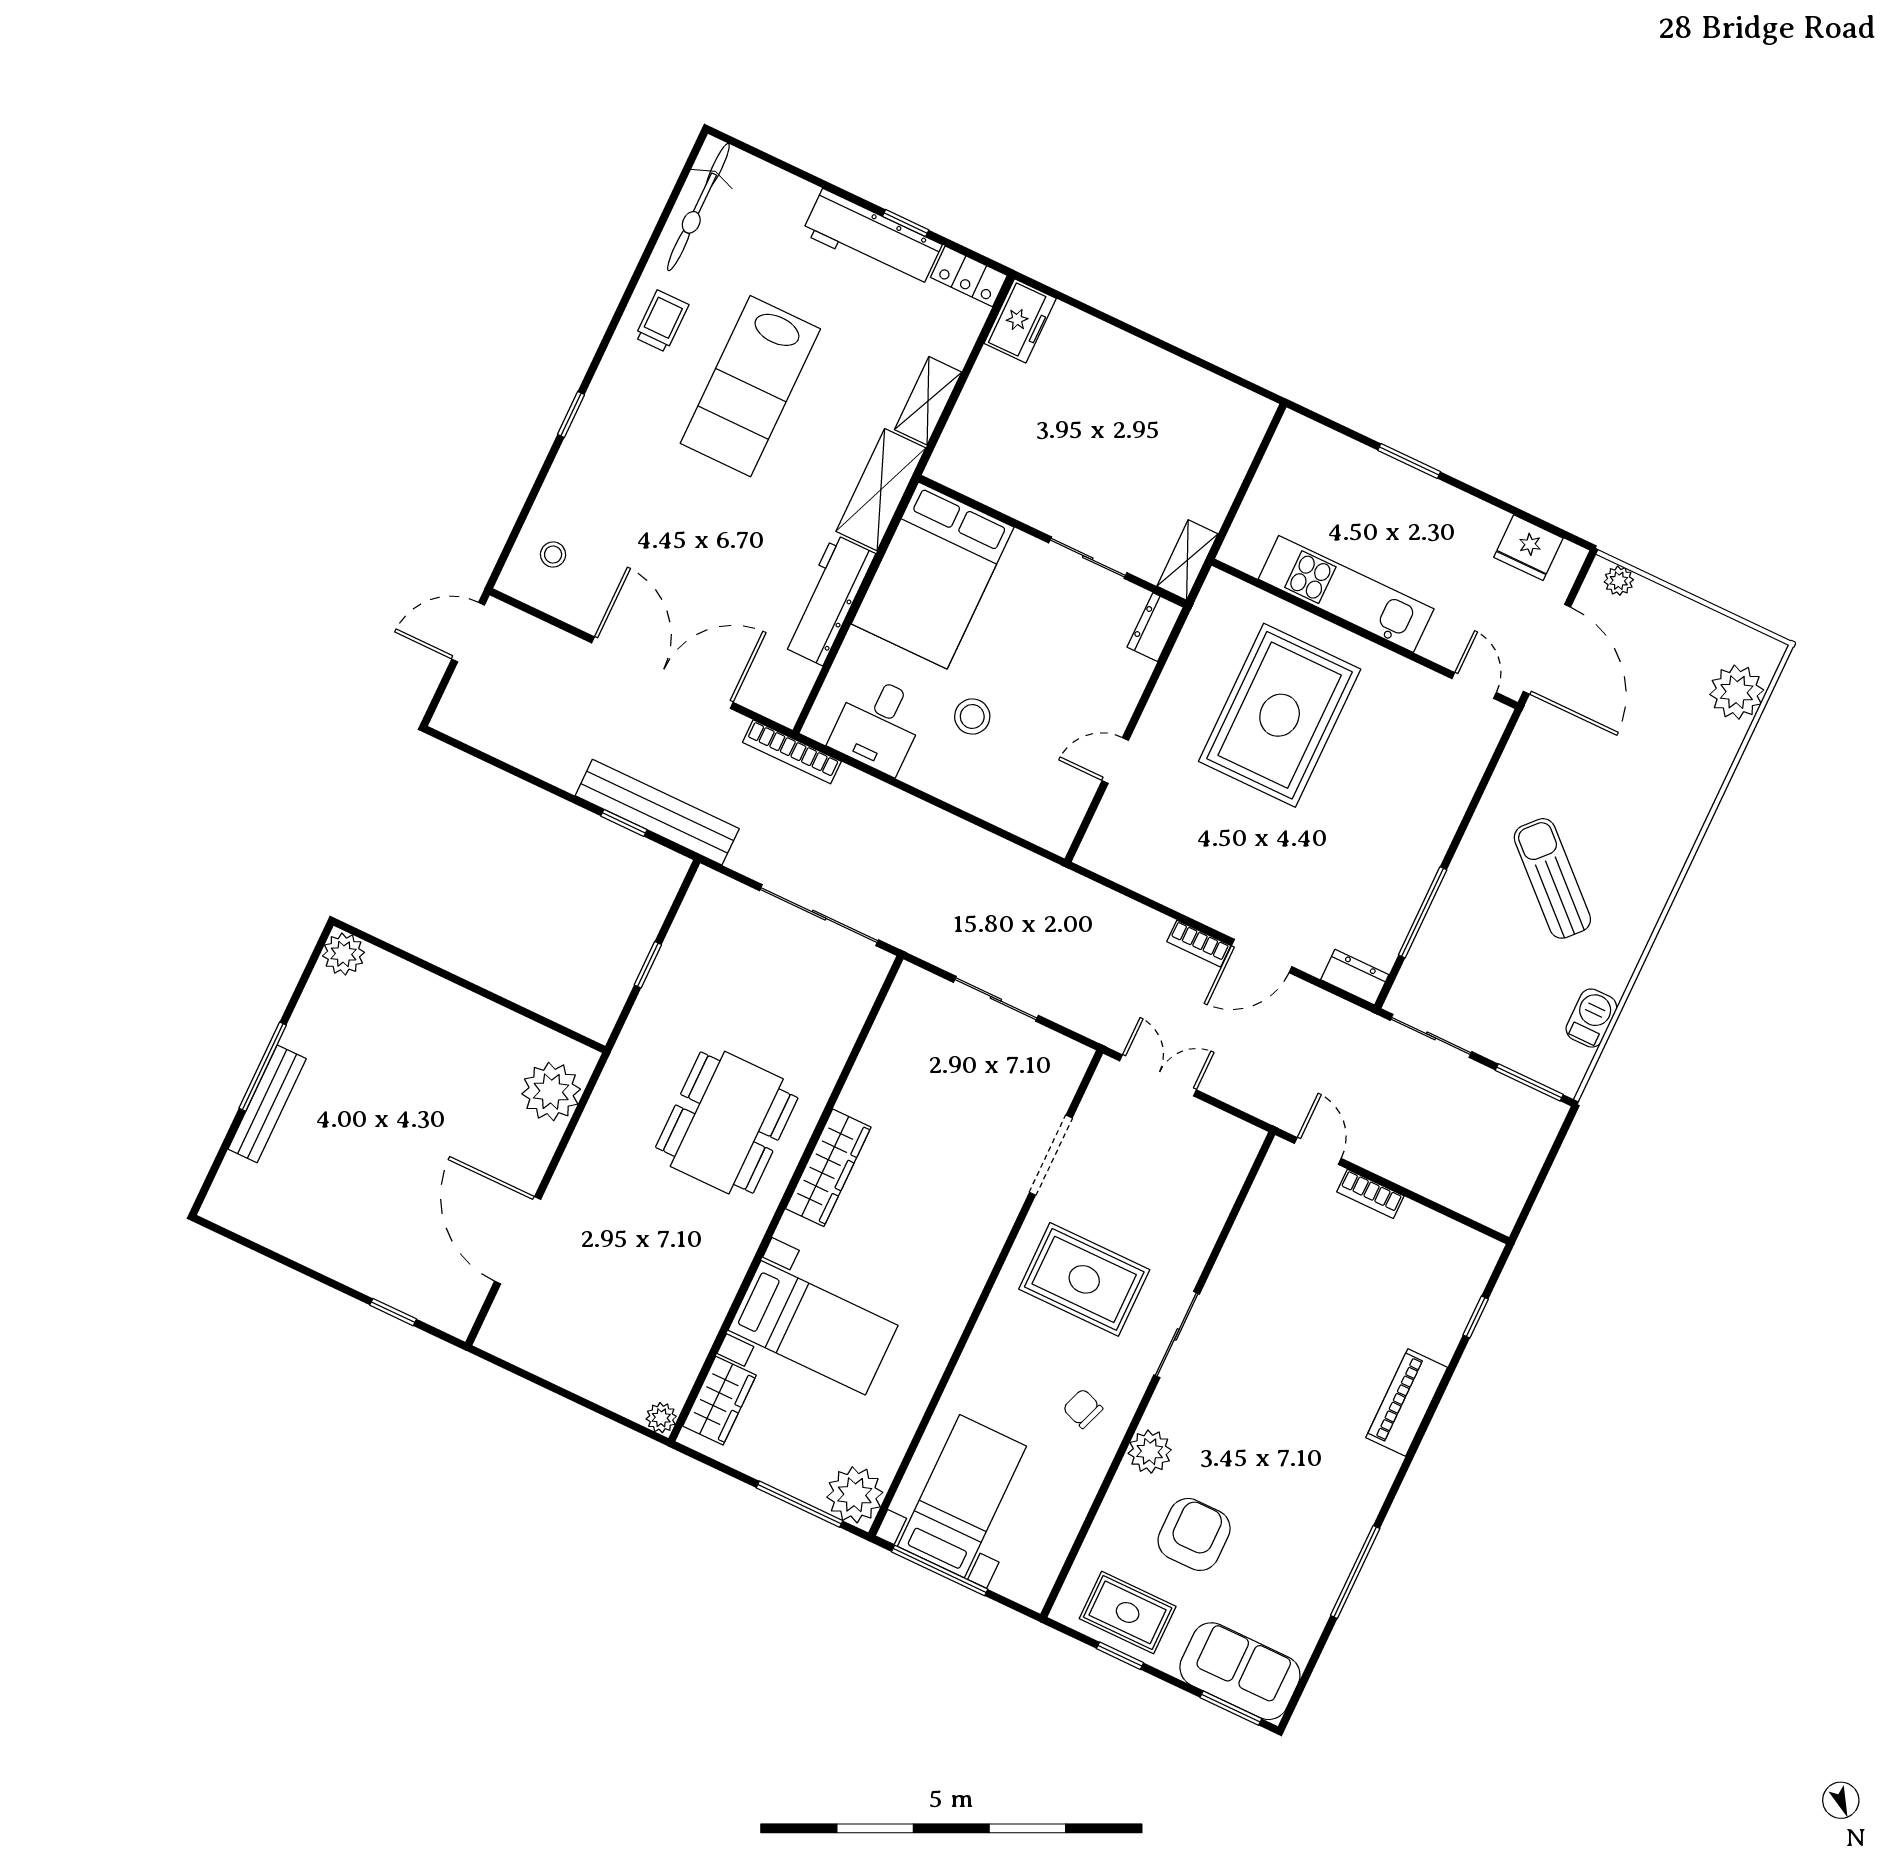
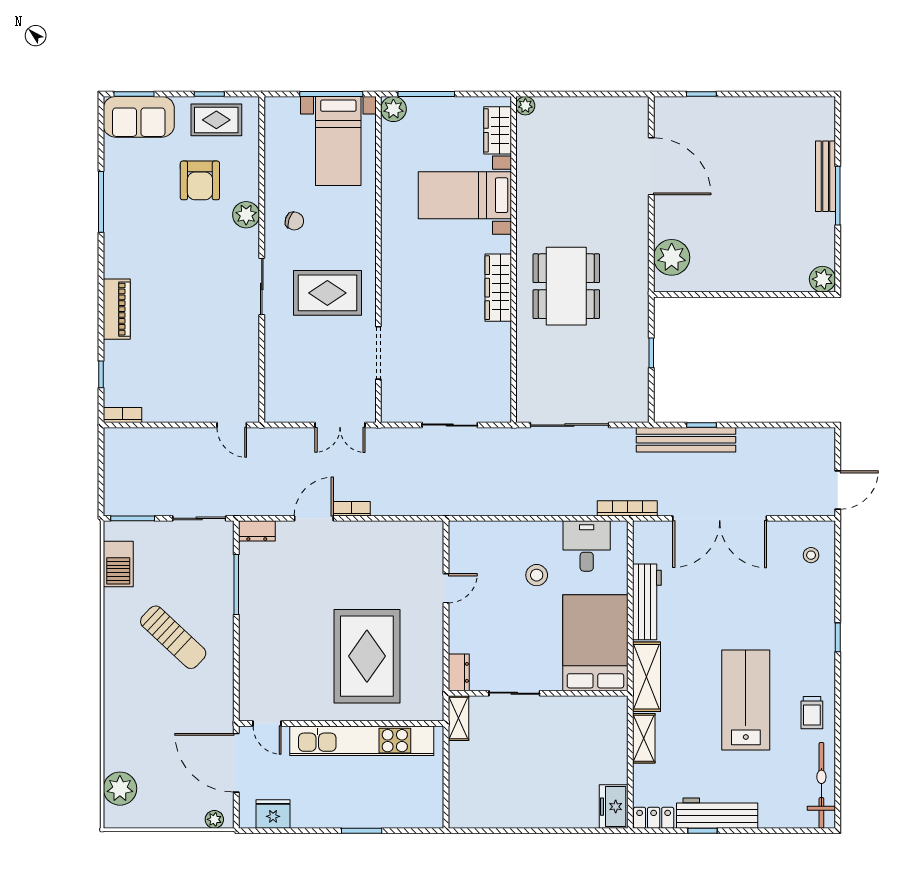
kitchen unit: (1346, 594) -> (362, 741), width x1.36
barbecue: (1591, 1018) -> (118, 564), width x1.38, depth x1.27
bookcase: (1370, 1194) -> (122, 415), moved
plant: (855, 1495) -> (393, 109), width x0.73, depth x0.73

